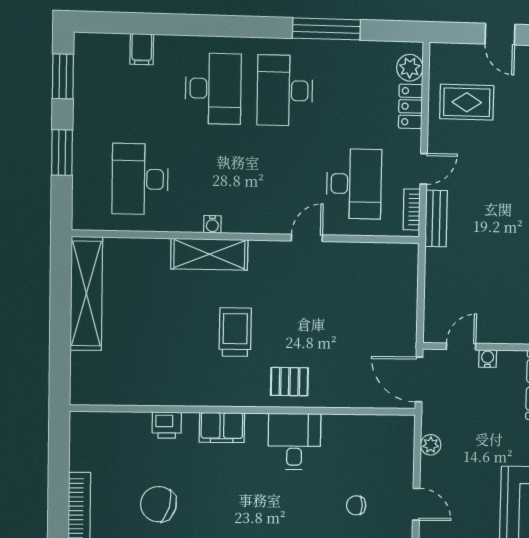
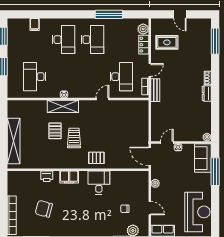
desk: (285, 90) -> (92, 40), turned 180
shelving: (86, 294) -> (14, 141), moved
pallet: (189, 314) -> (55, 131), added

